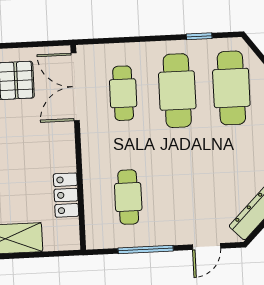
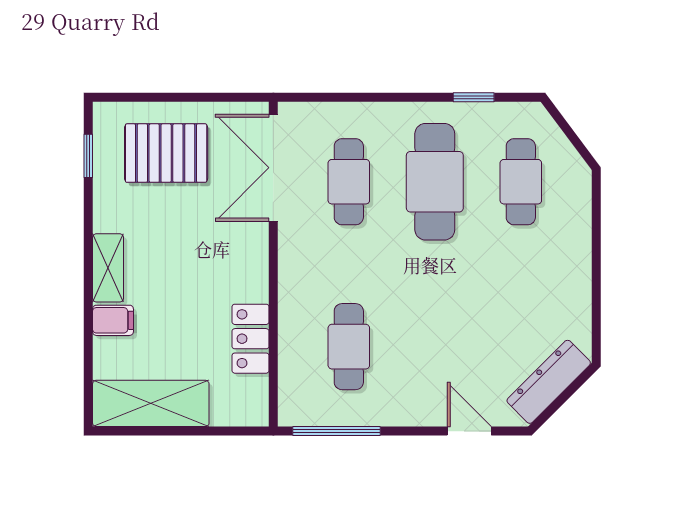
cafe table: (231, 88) -> (521, 182), width x0.73, depth x0.74
door: (207, 246) -> (469, 431), swing flipped
window: (146, 249) -> (337, 431), moved

